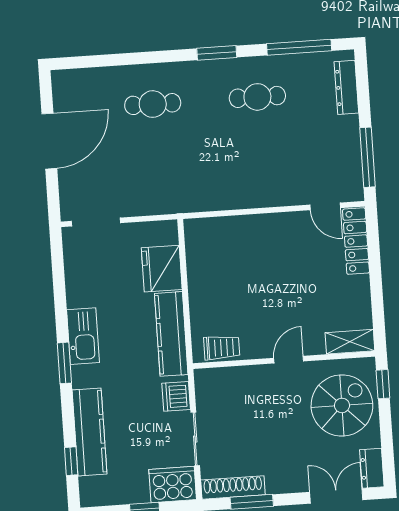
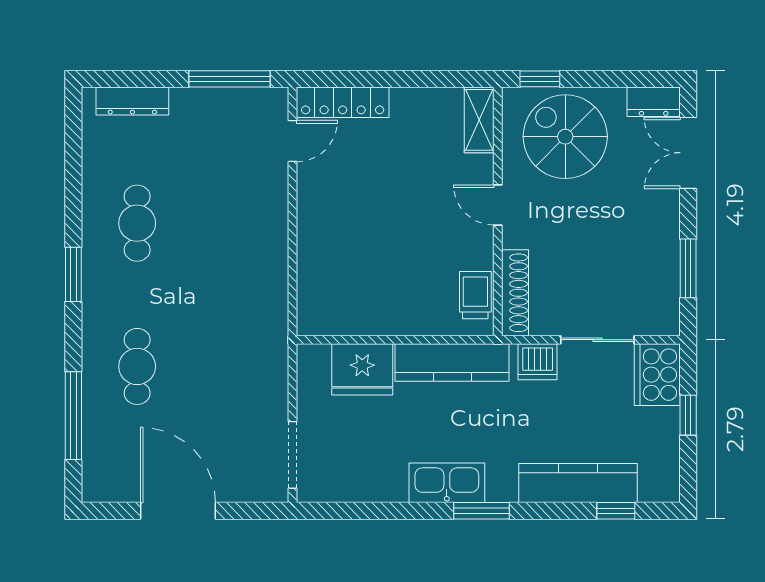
window: (299, 47) -> (73, 416), moved
shoe rack: (233, 487) -> (515, 293), moved, turned 180

